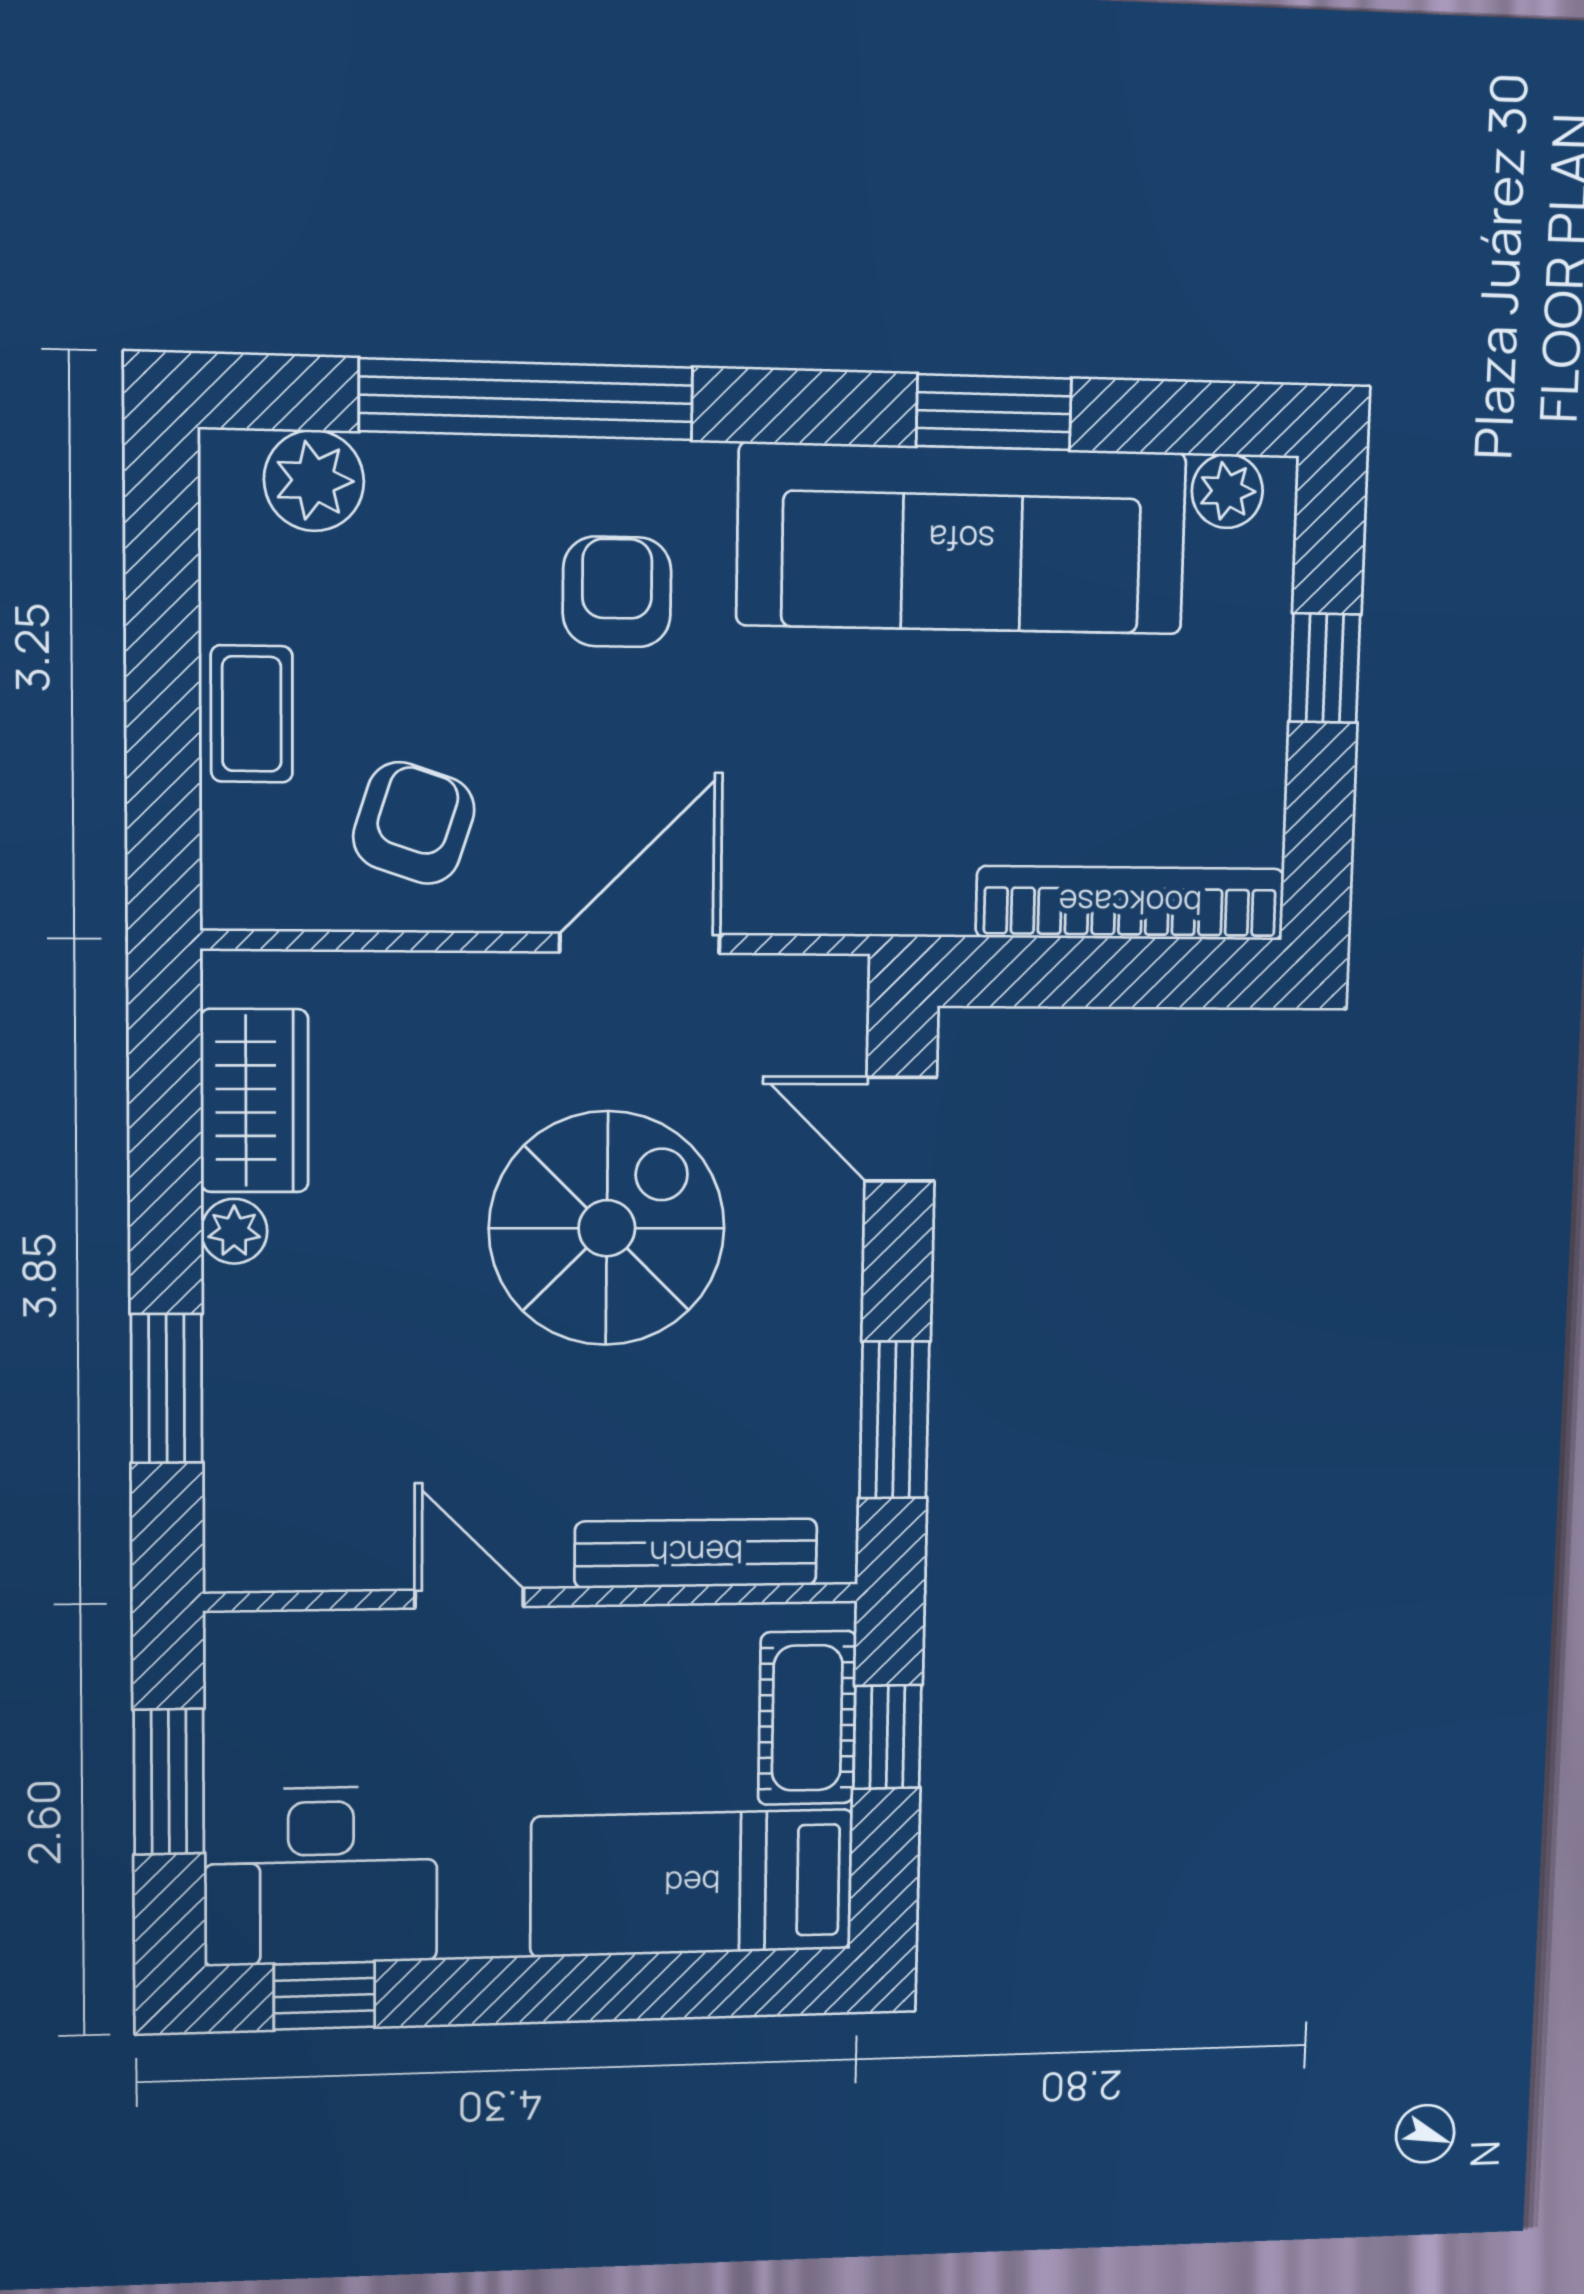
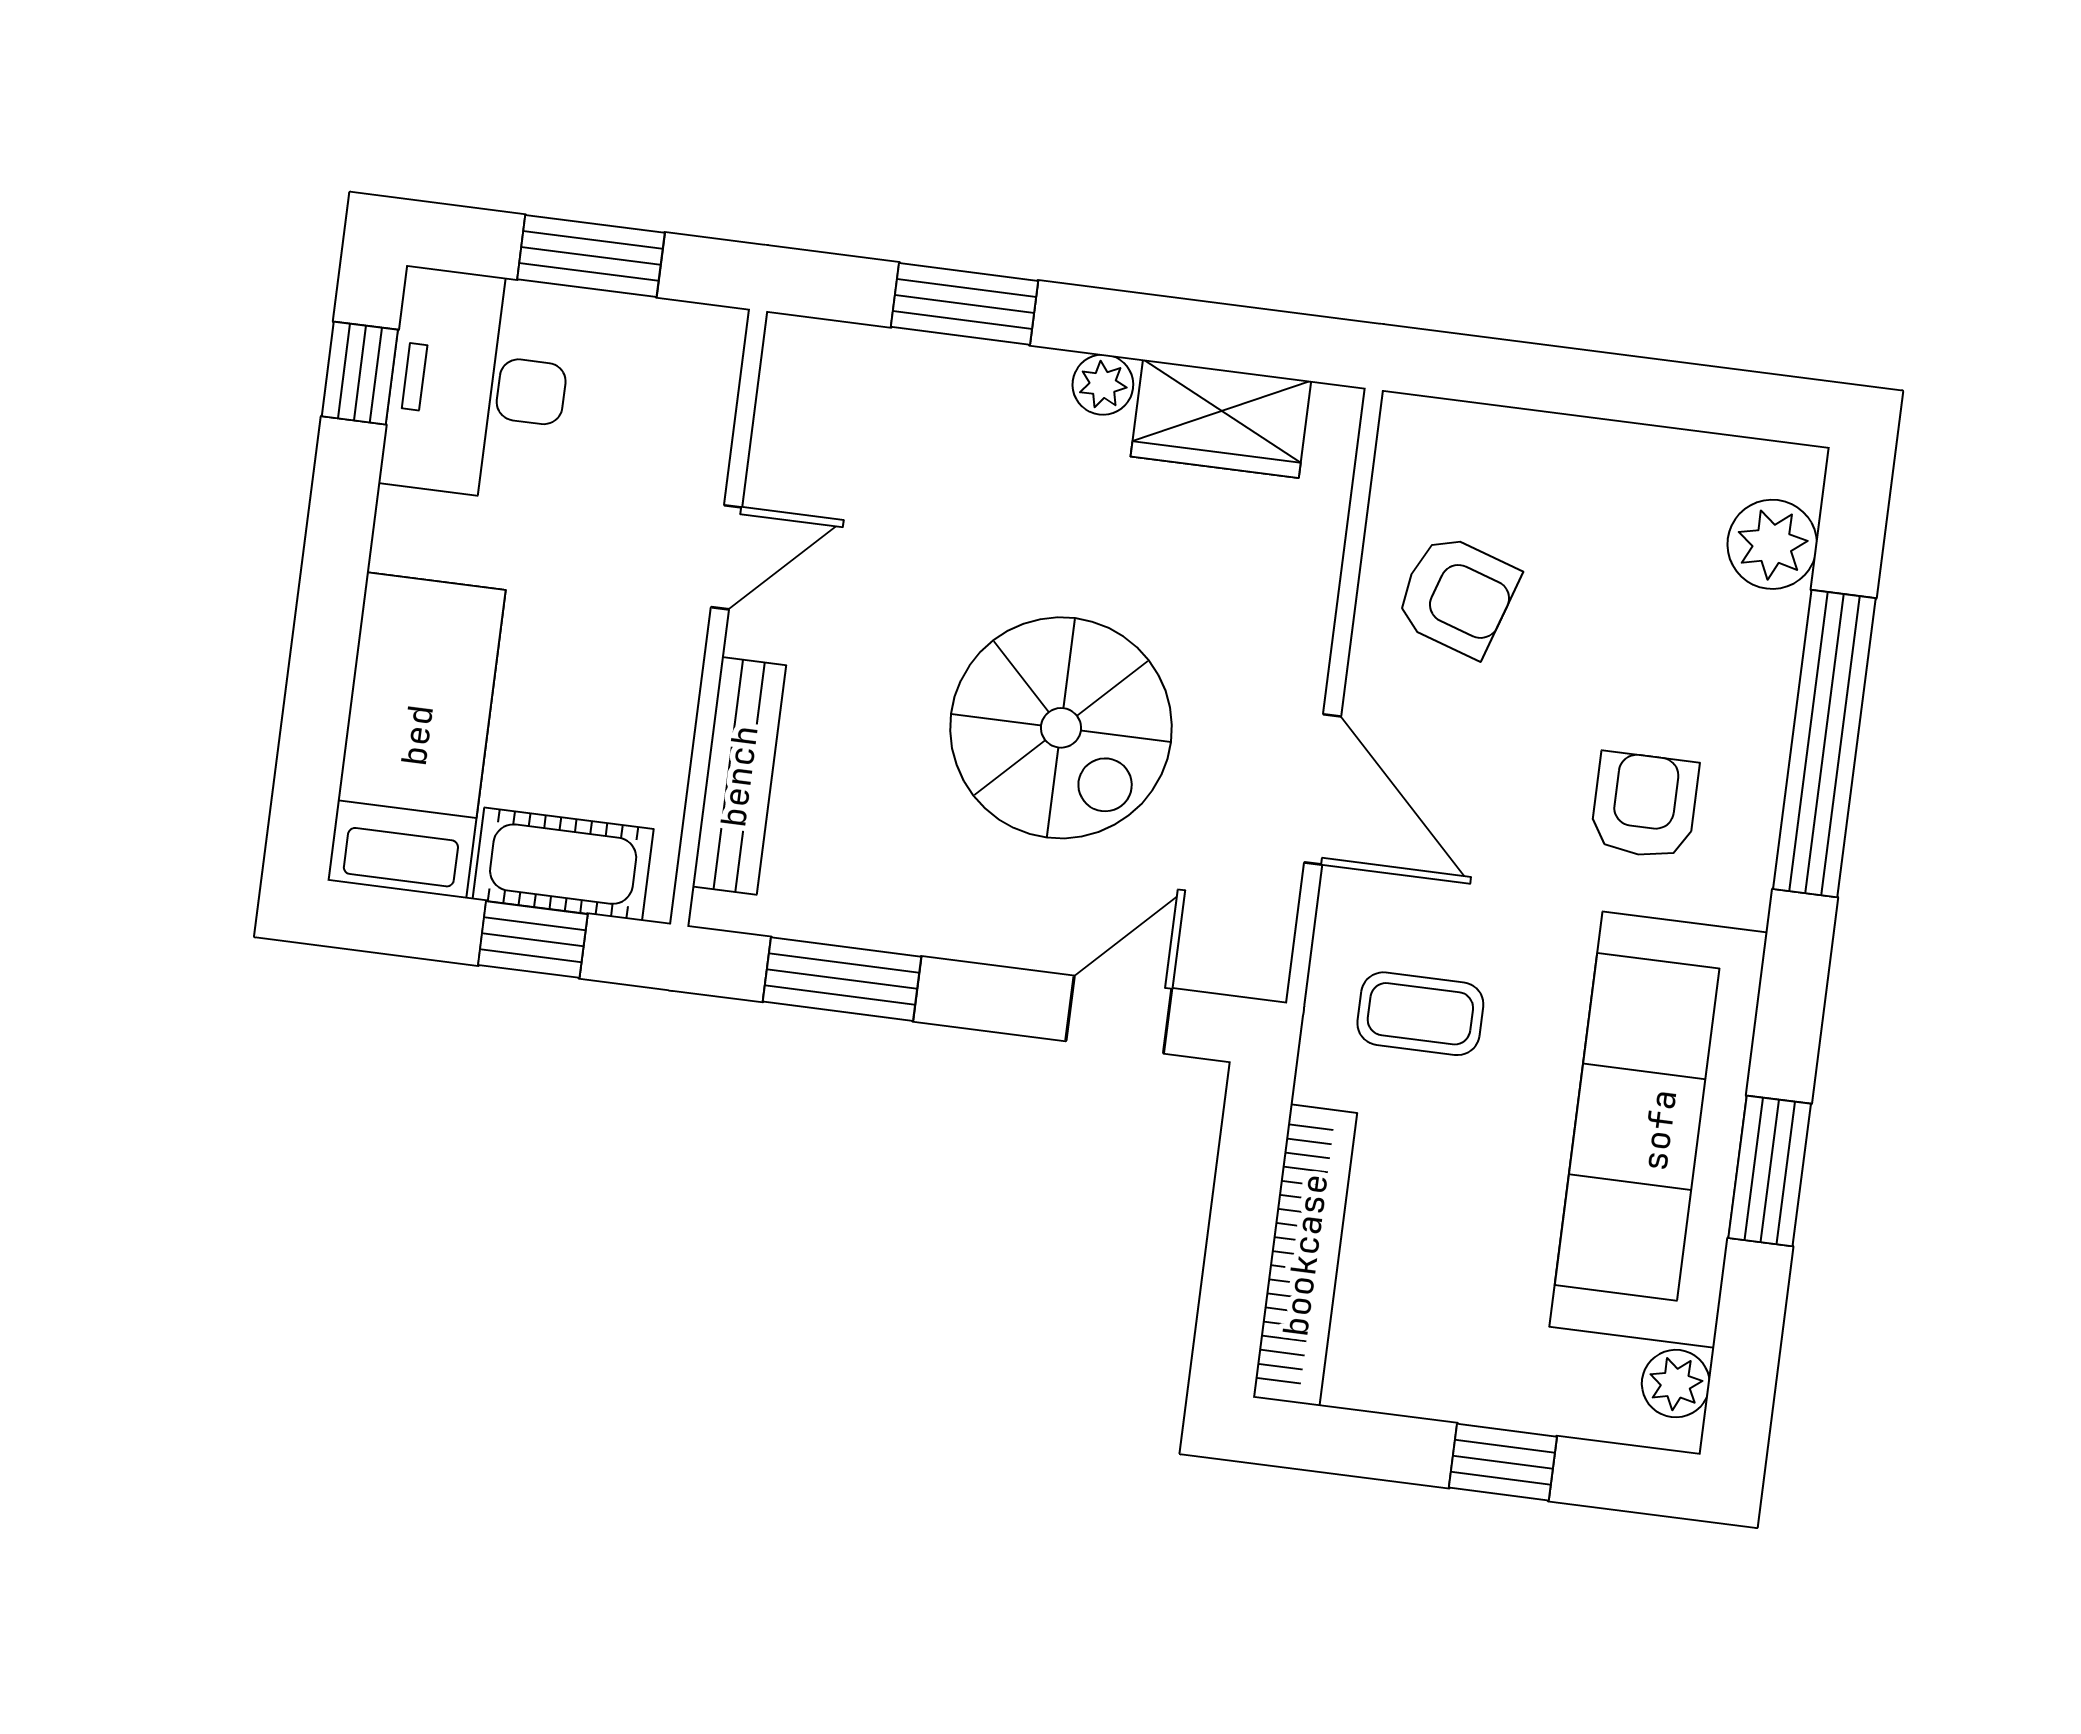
armchair: (617, 592) -> (1645, 805), turned -90
coffee table: (252, 714) -> (1420, 1014), moved

